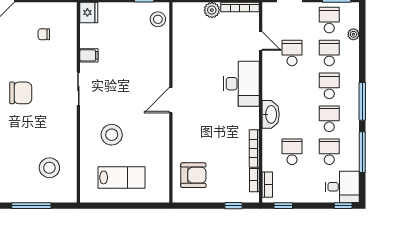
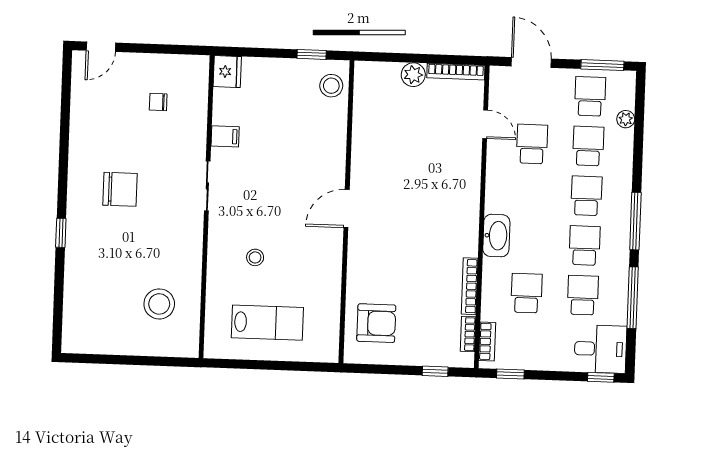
desk: (241, 84) -> (454, 188), removed
stool: (112, 135) -> (255, 257), width x0.53, depth x0.53
window: (31, 206) -> (130, 360), removed

